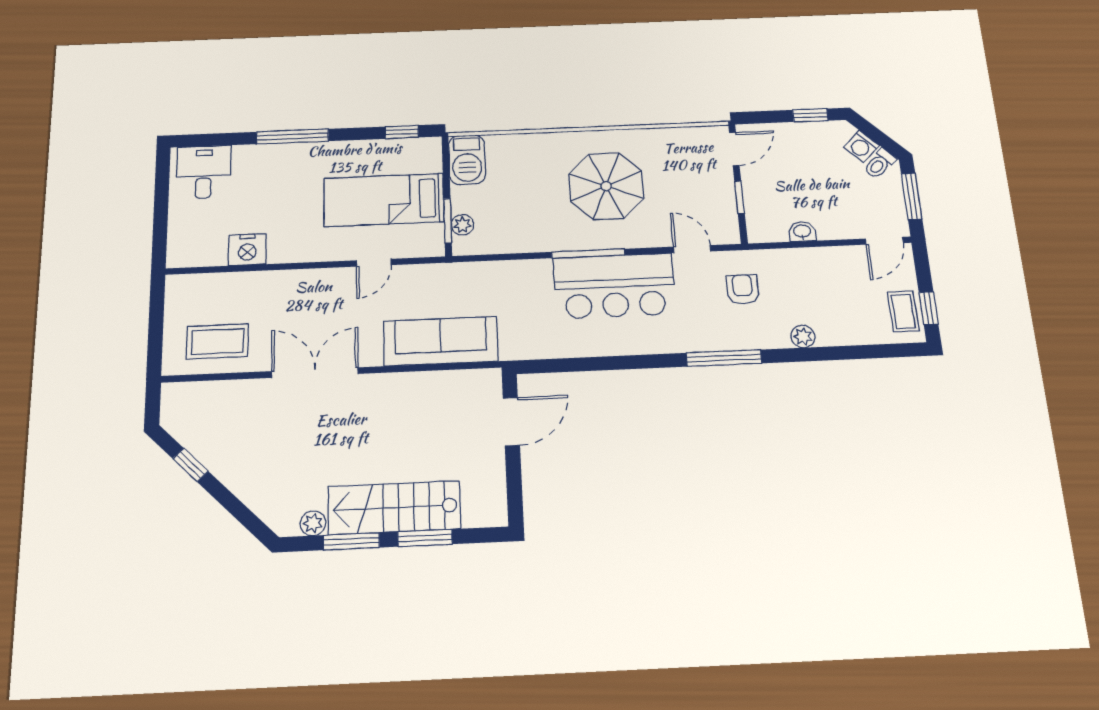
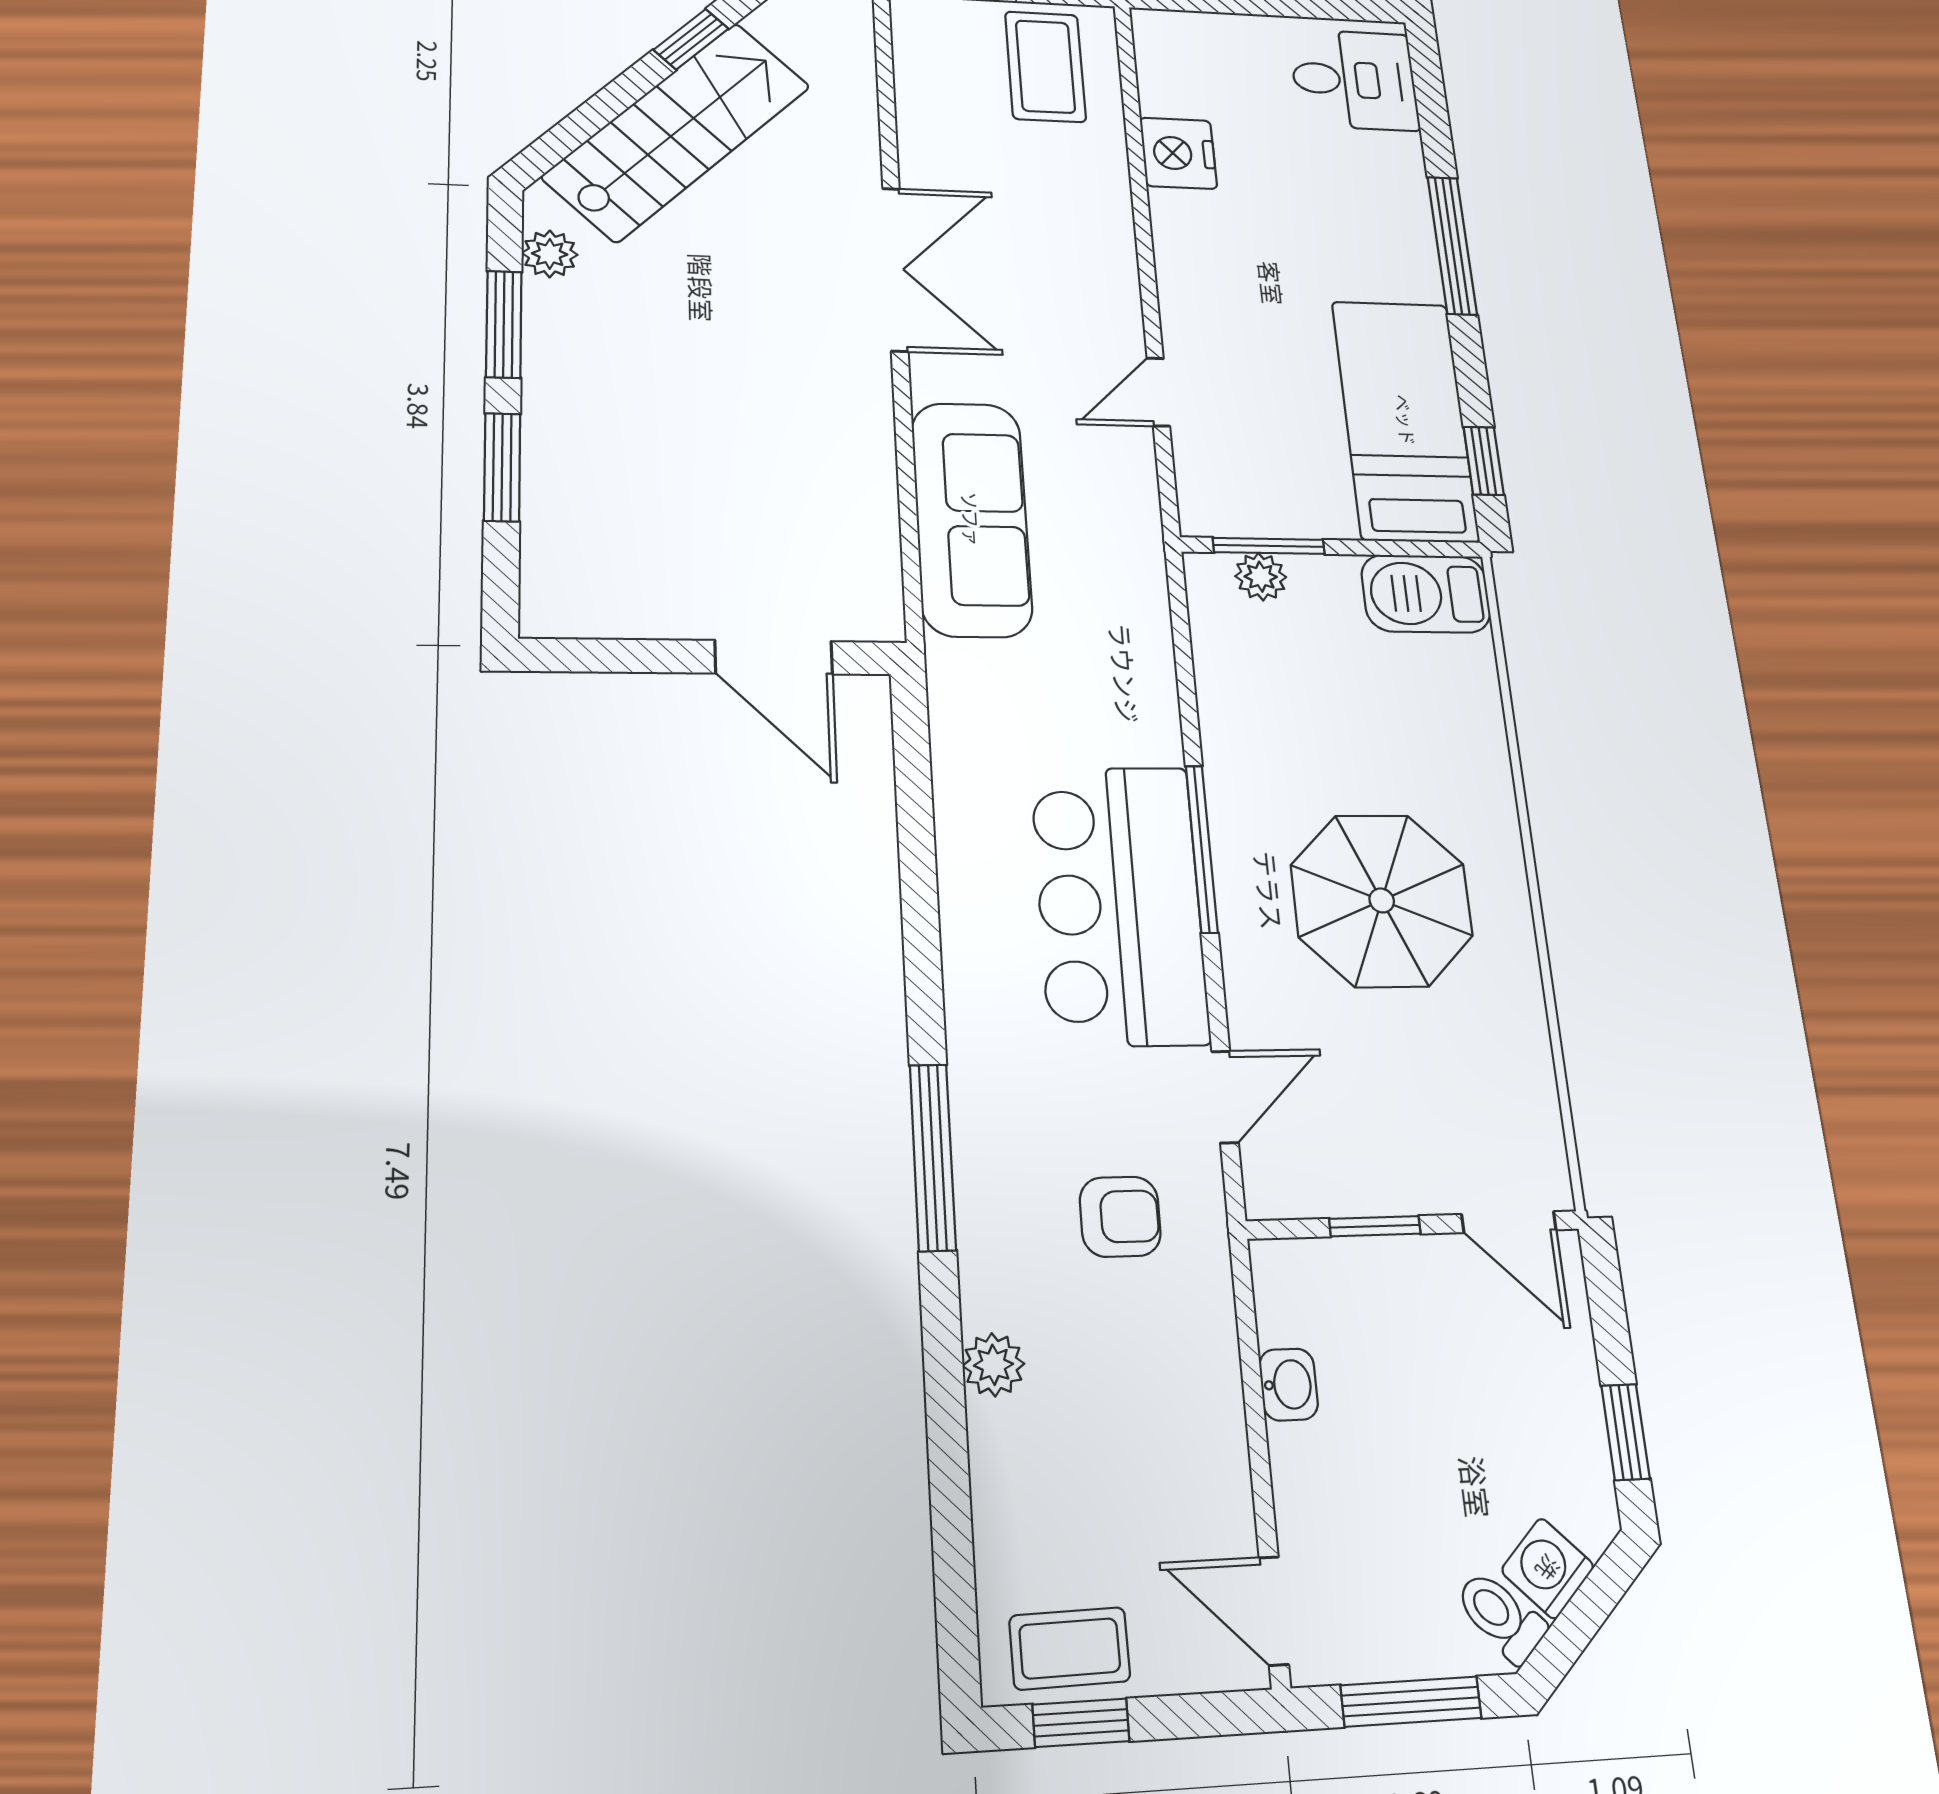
bed: (384, 200) -> (1405, 420), moved
door: (374, 263) -> (1158, 392), hinge flipped
coffee table: (217, 341) -> (1045, 67), moved
stairs: (394, 508) -> (677, 131), moved, turned 45

